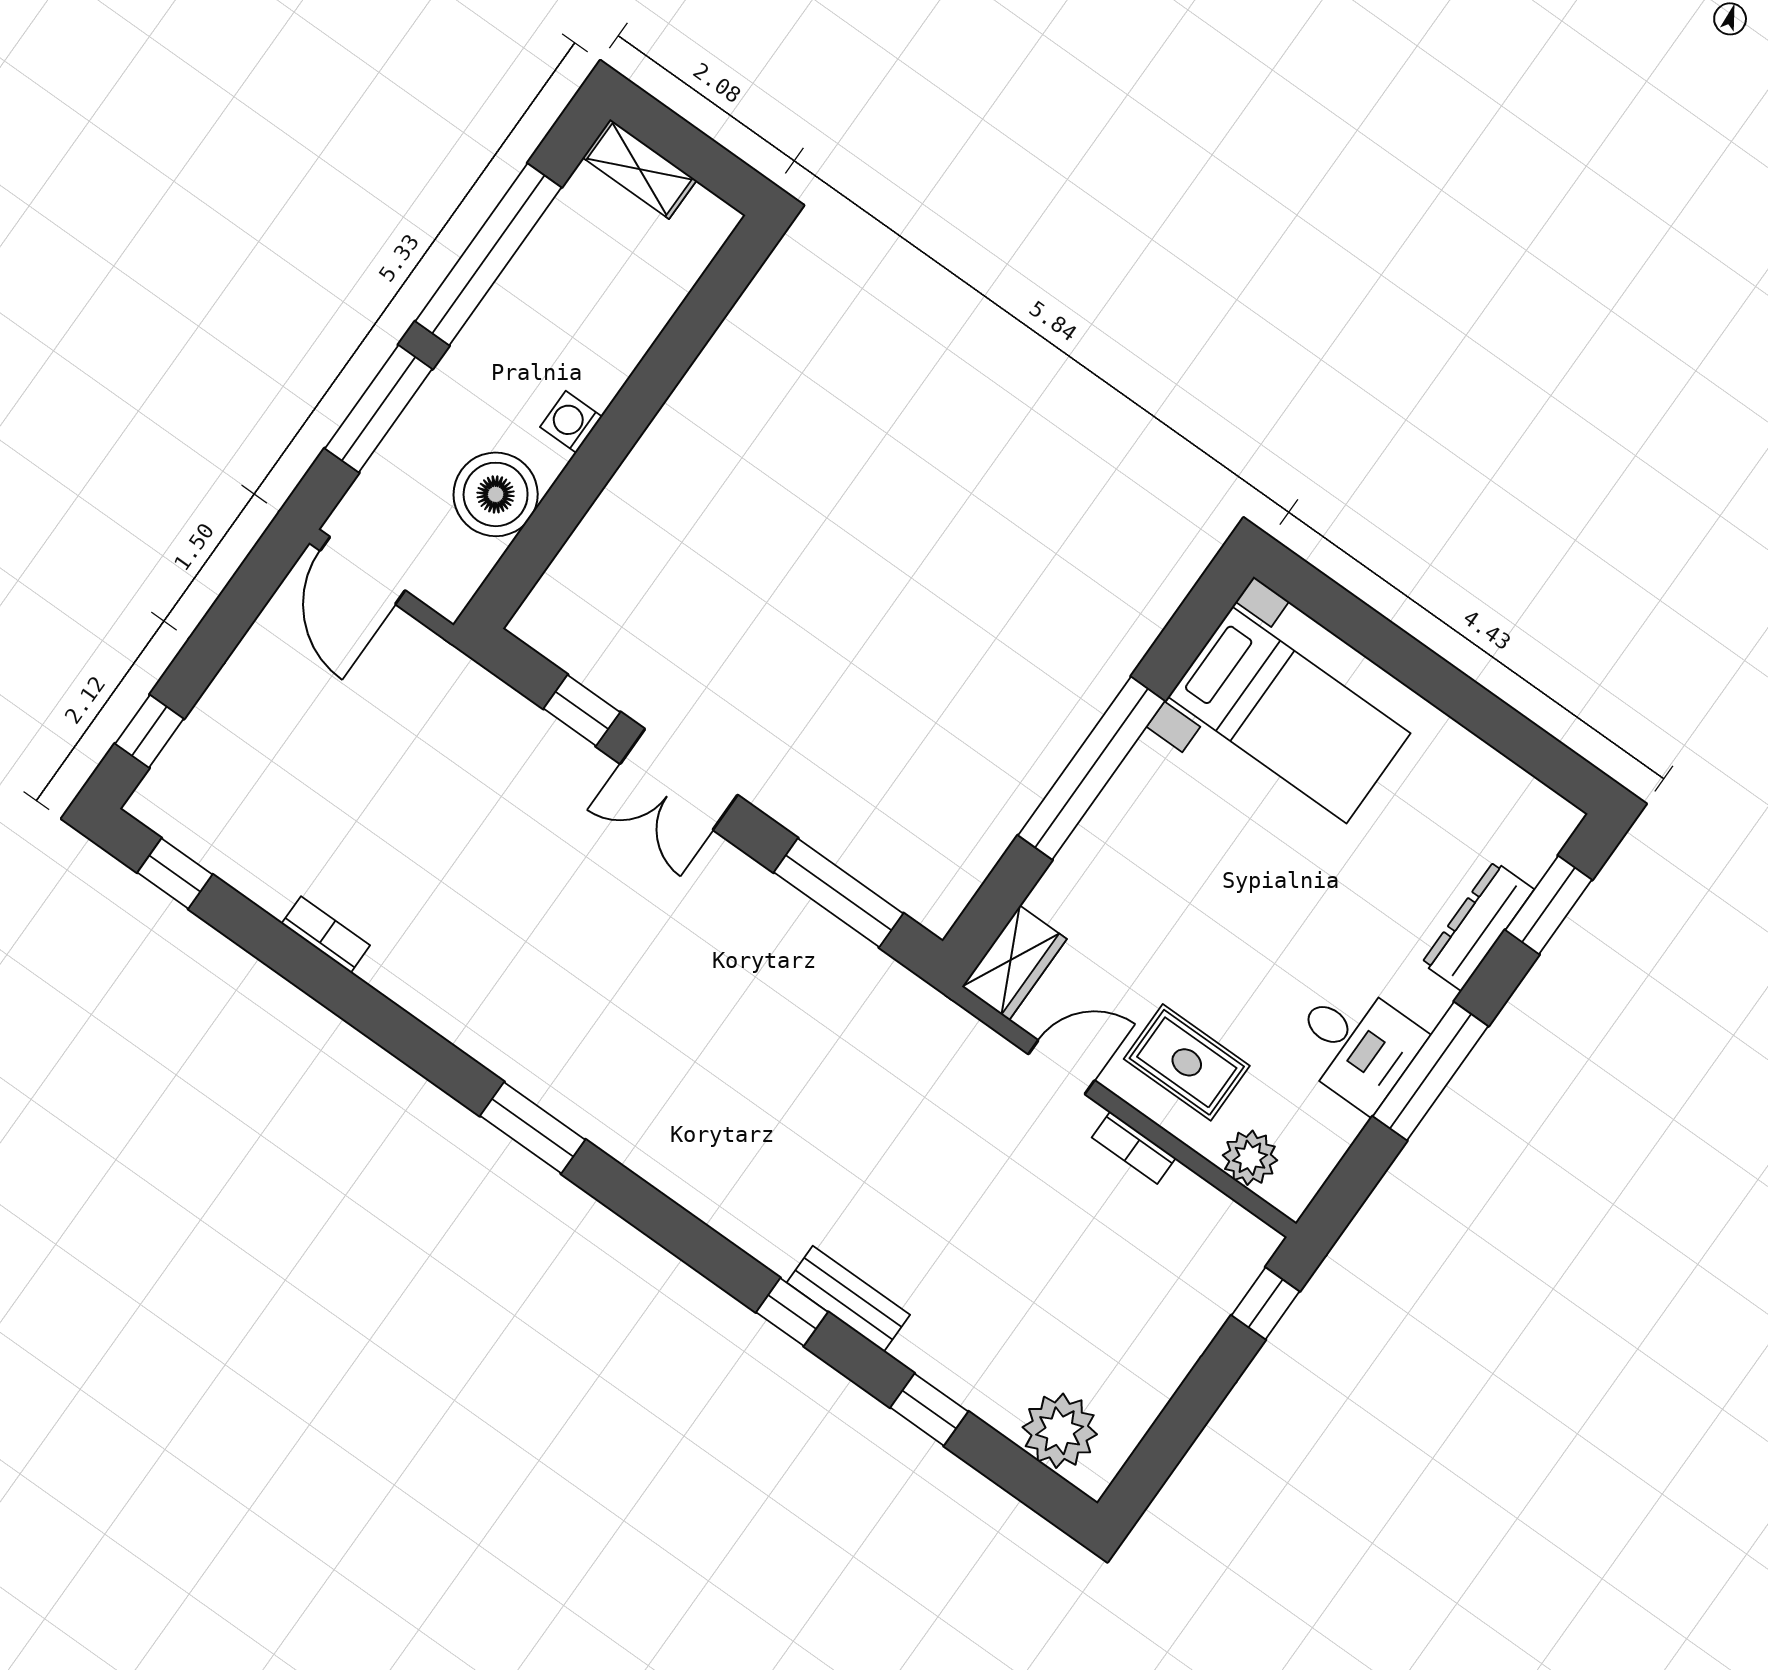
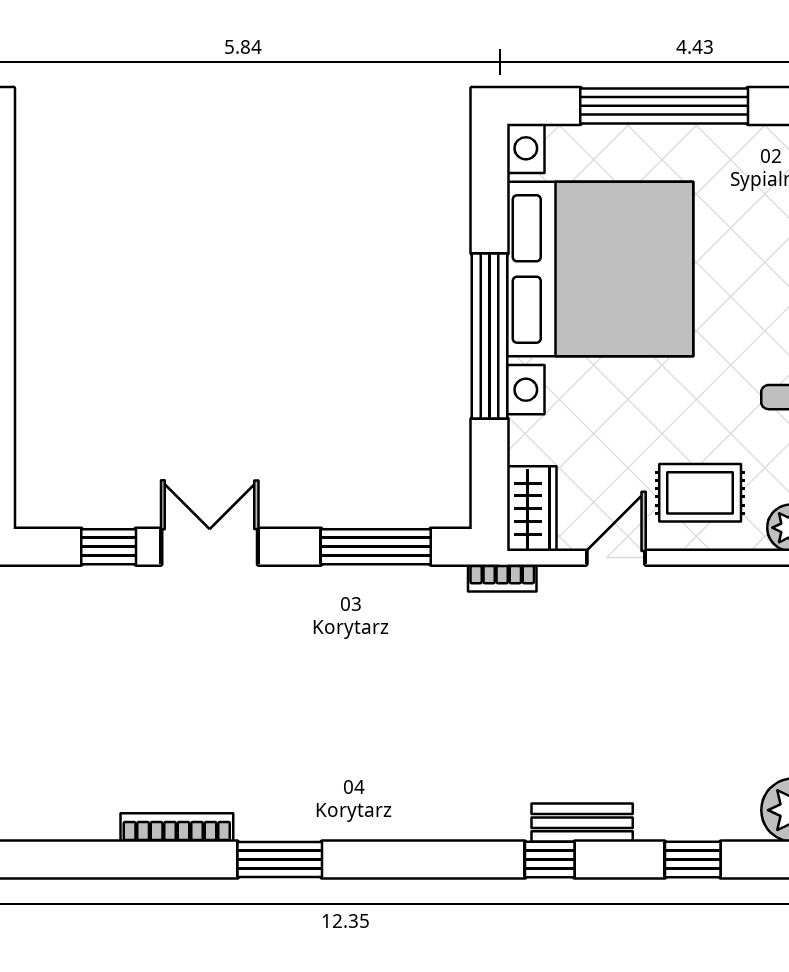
window: (1416, 666) -> (664, 106), added
bed with nightstands: (1289, 715) -> (600, 269), width x1.85
double door: (679, 779) -> (210, 547), swing flipped
bookcase: (326, 934) -> (177, 828), moved, width x1.56
bookcase: (1134, 1148) -> (502, 578), moved

